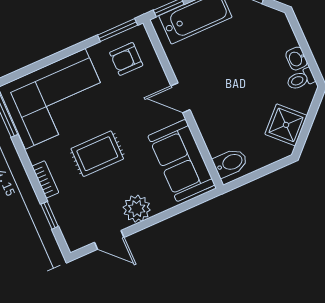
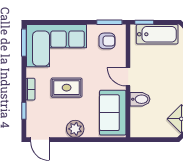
armchair: (126, 59) -> (107, 41), turned 180
bidet: (230, 163) -> (140, 99), moved
door: (109, 240) -> (40, 140), moved

